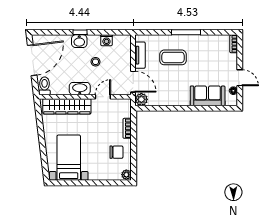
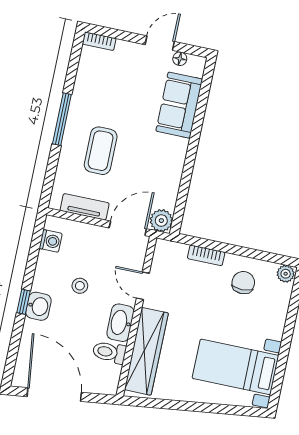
washing machine: (106, 40) -> (51, 241), moved
toilet: (45, 86) -> (109, 352), moved

